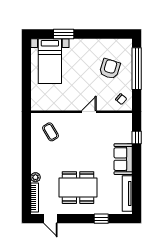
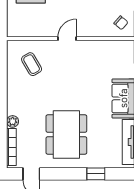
door: (89, 112) -> (67, 39), moved
dining table: (78, 188) -> (66, 134), turned 90

